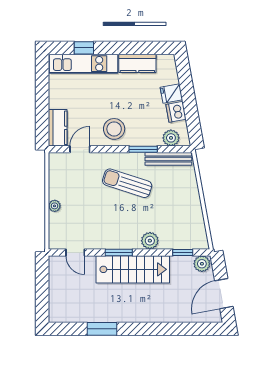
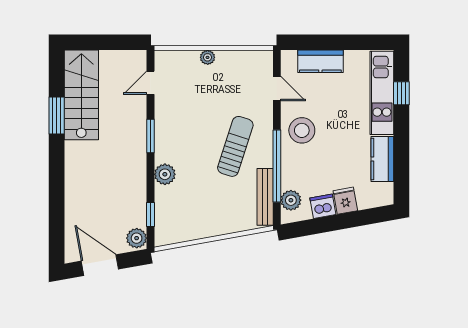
kitchen counter: (58, 128) -> (320, 61), moved
window: (143, 149) -> (277, 166), width x2.11
stairs: (133, 269) -> (81, 95), moved, turned 180

